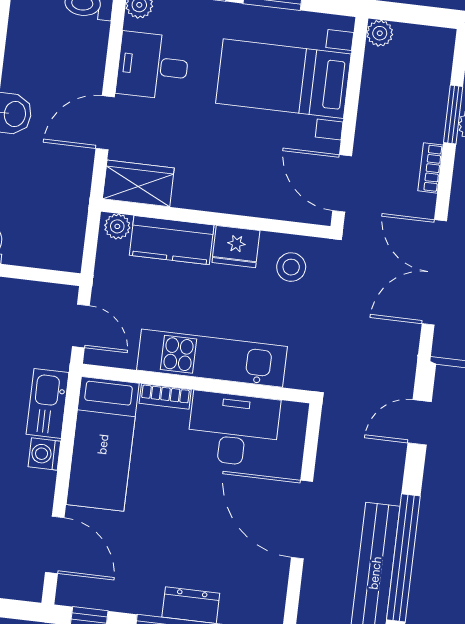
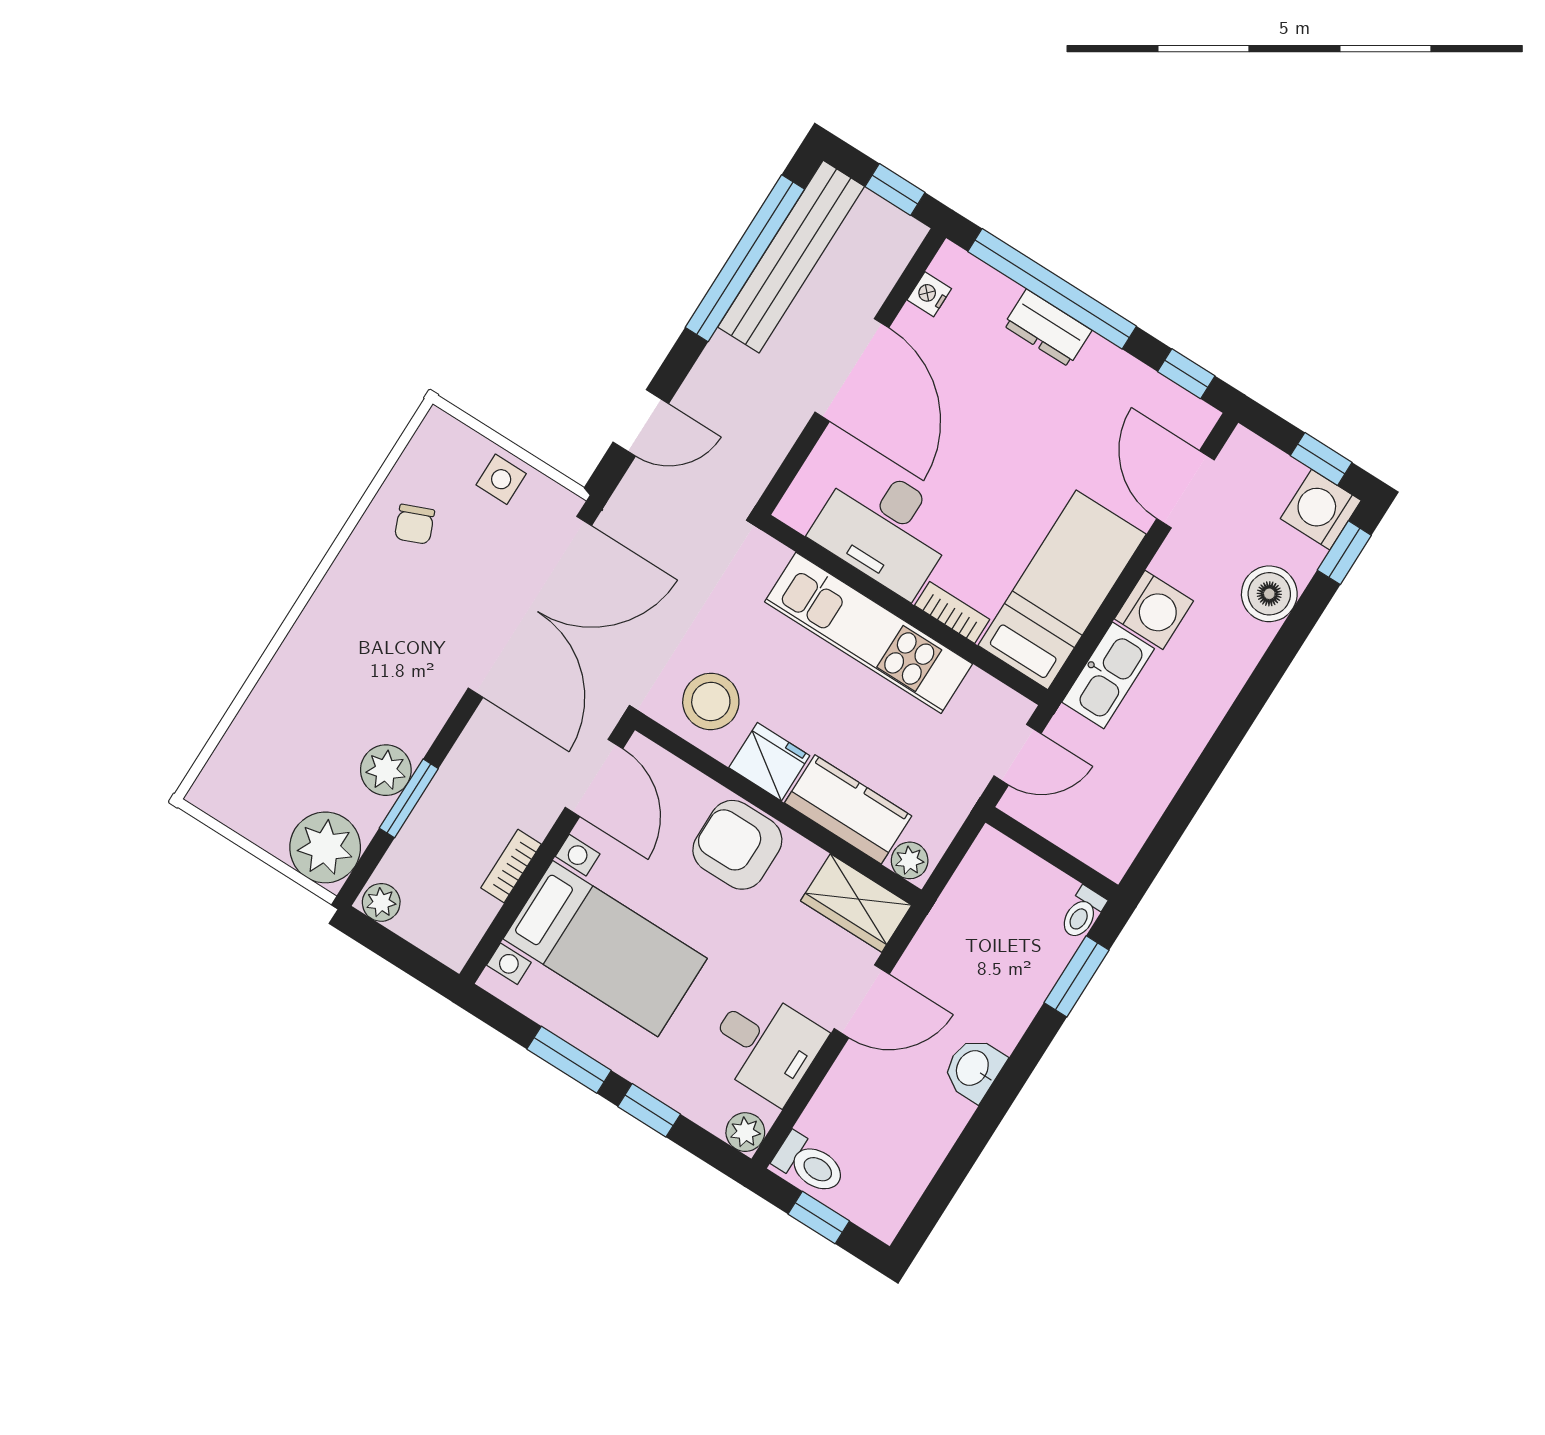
plant: (380, 33) -> (381, 902), moved
bookcase: (430, 168) -> (511, 866), moved, turned 180
armchair: (231, 184) -> (737, 845), added
stool: (291, 267) -> (711, 701), width x1.38, depth x1.38
double door: (434, 272) -> (530, 607), width x1.36
door: (81, 326) -> (1018, 755), swing flipped
washing machine: (44, 454) -> (1154, 610), width x1.38, depth x1.38
nightstand: (276, 591) -> (929, 294), added

